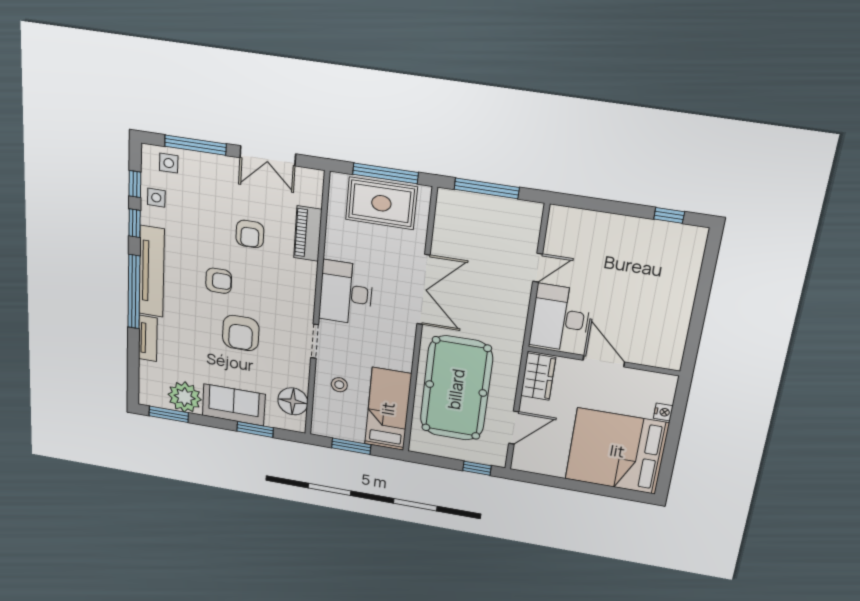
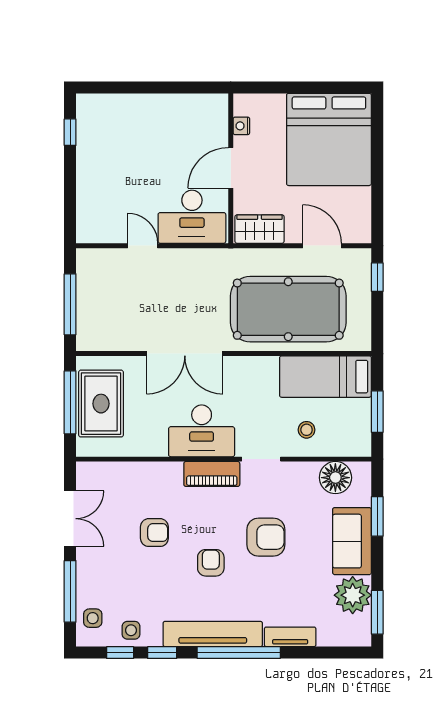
piano: (308, 234) -> (212, 474), moved
double door: (423, 290) -> (185, 354), swing flipped
nightstand: (663, 412) -> (241, 126), moved, turned -90

